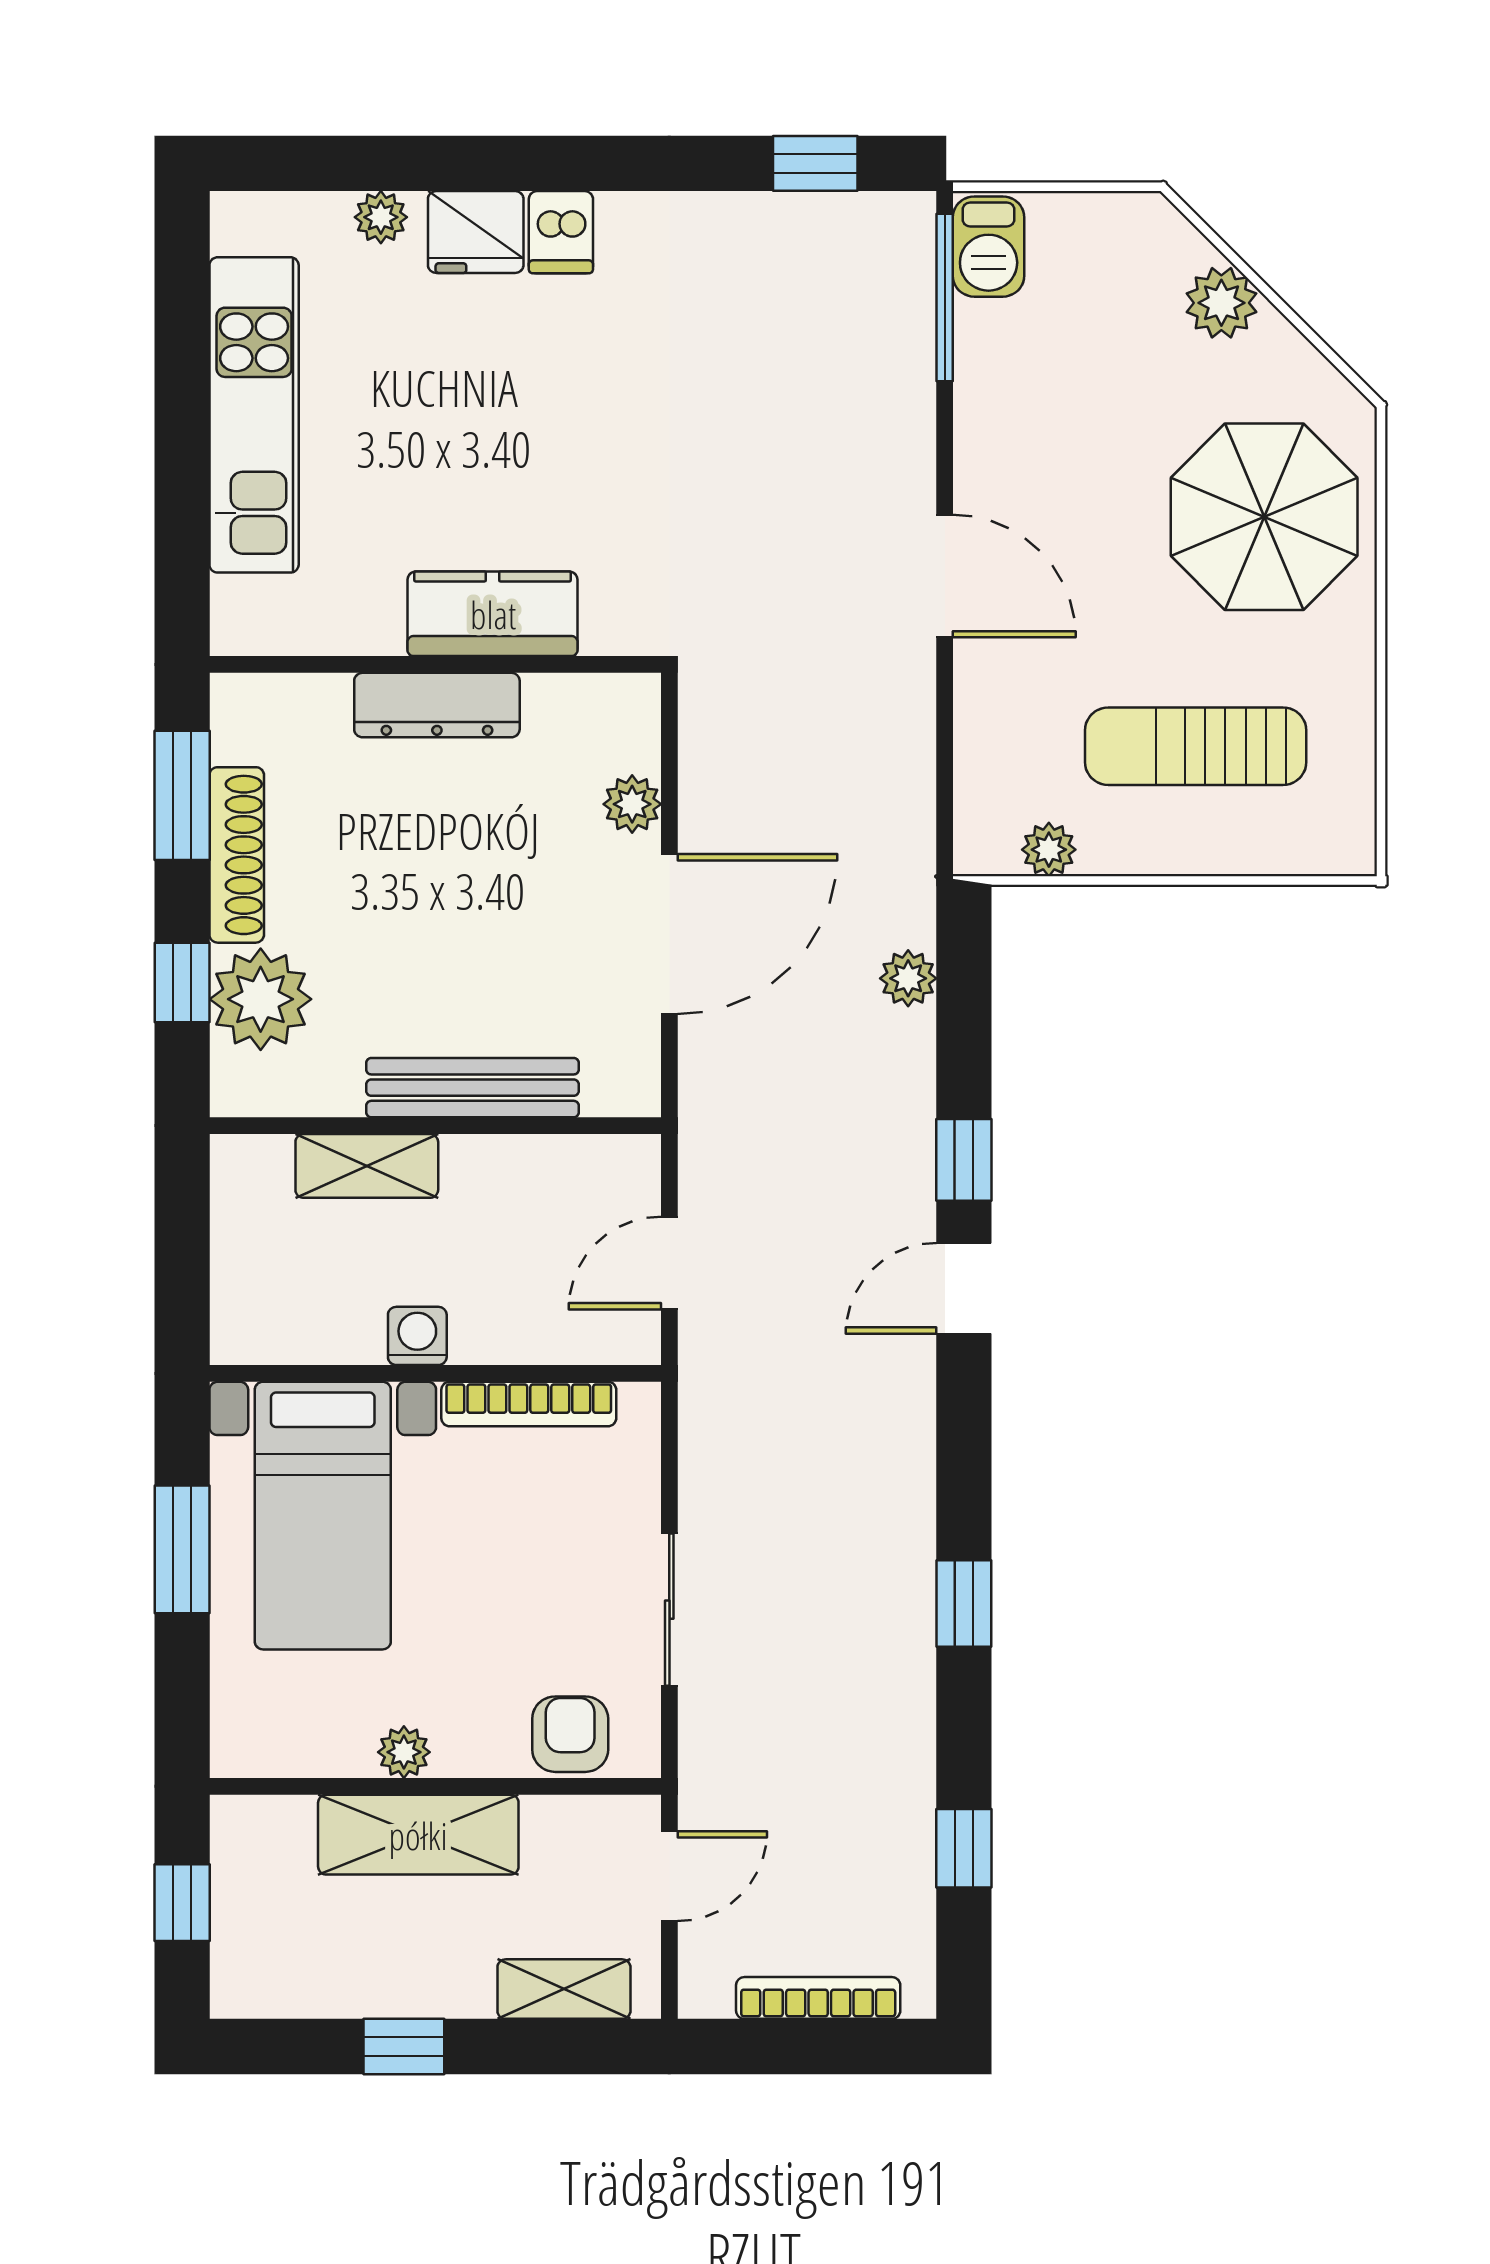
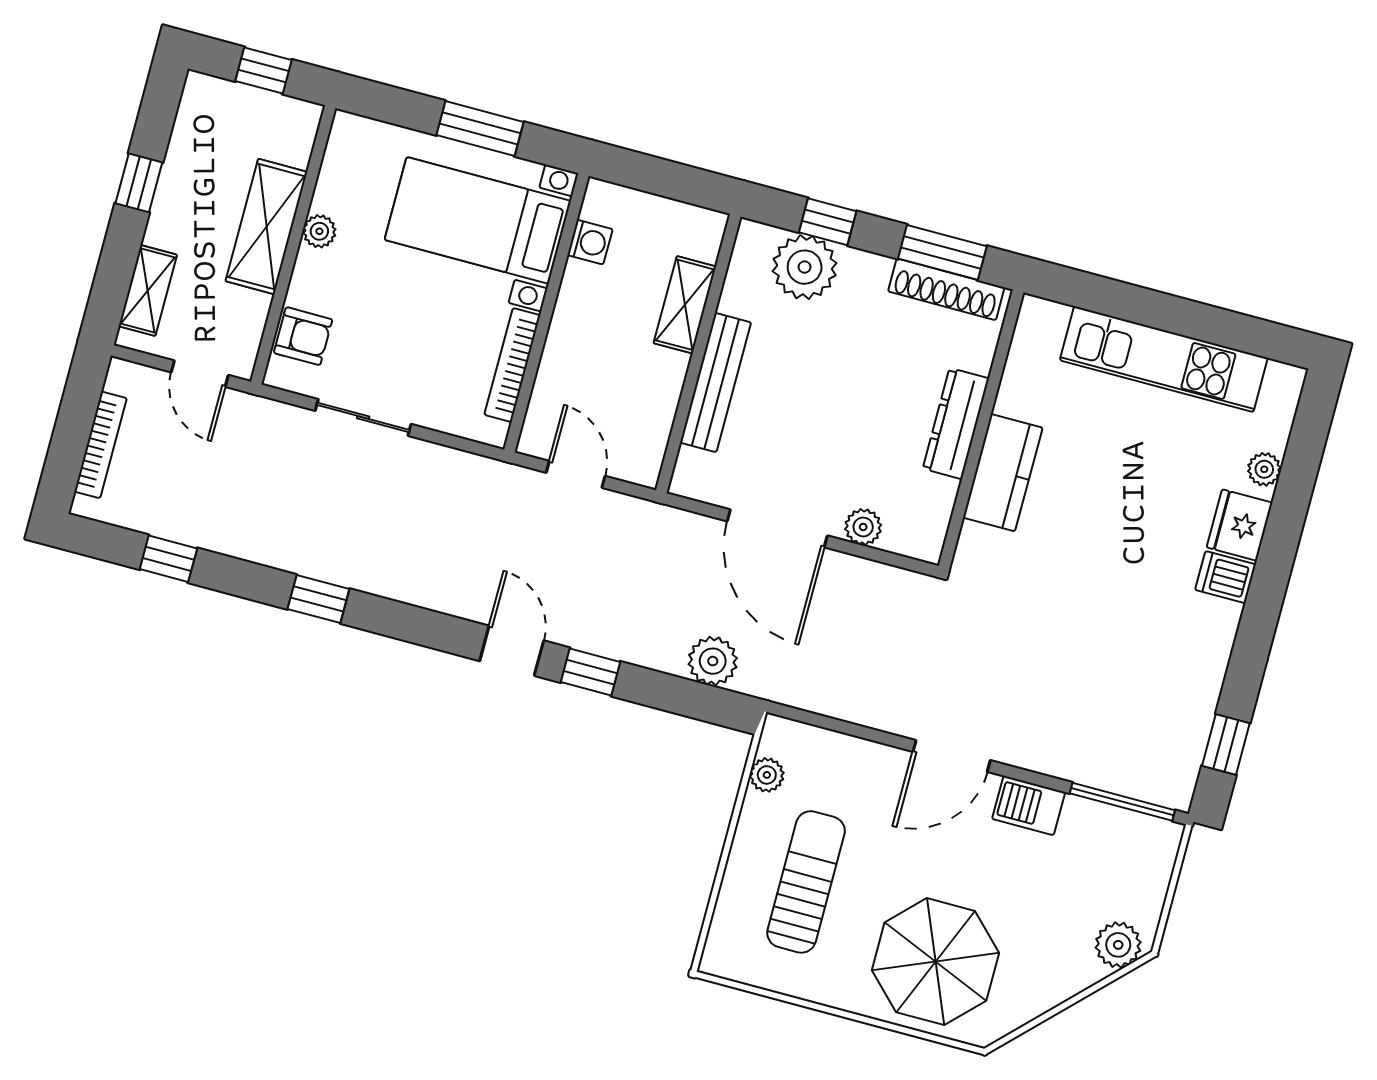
barbecue: (989, 247) -> (1029, 805), moved
plant: (1221, 303) -> (1118, 945), moved
shoe rack: (237, 855) -> (946, 289), moved
plant: (908, 978) -> (713, 661), width x1.38, depth x1.38
washing machine: (417, 1336) -> (590, 242), moved

